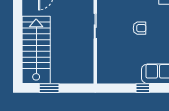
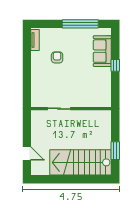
armchair: (140, 28) -> (57, 57), moved

